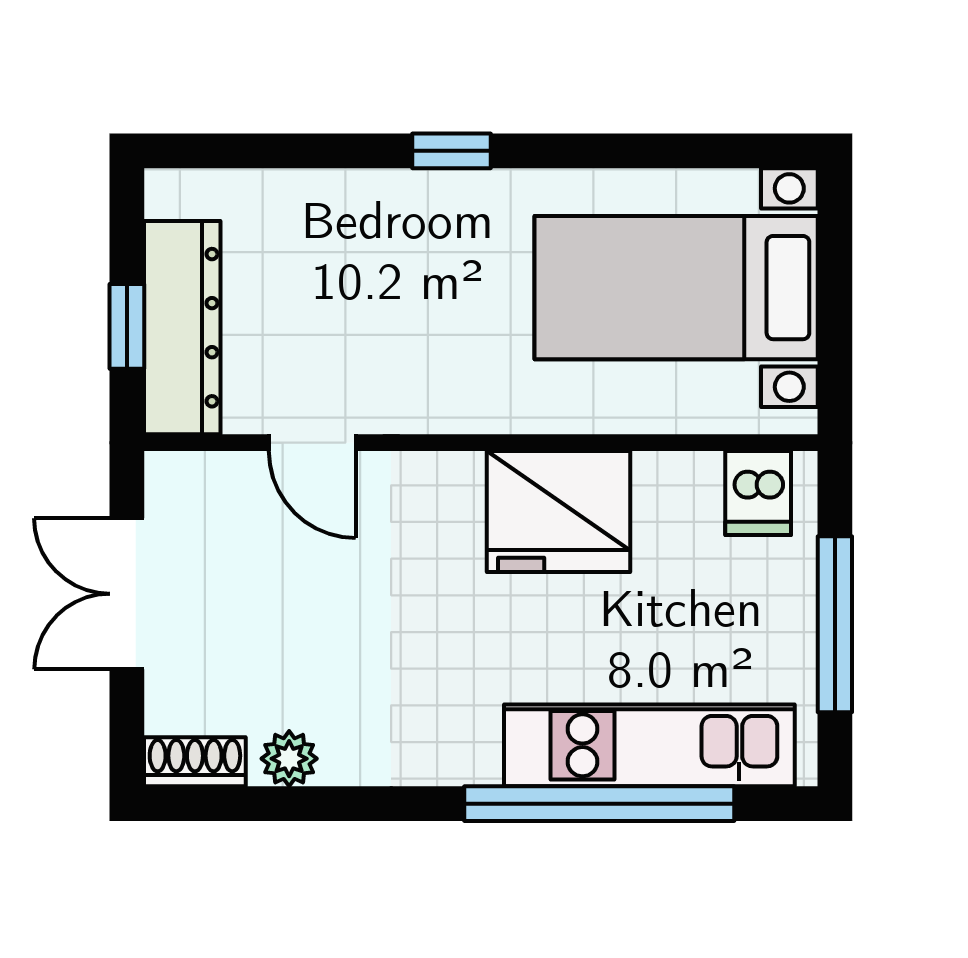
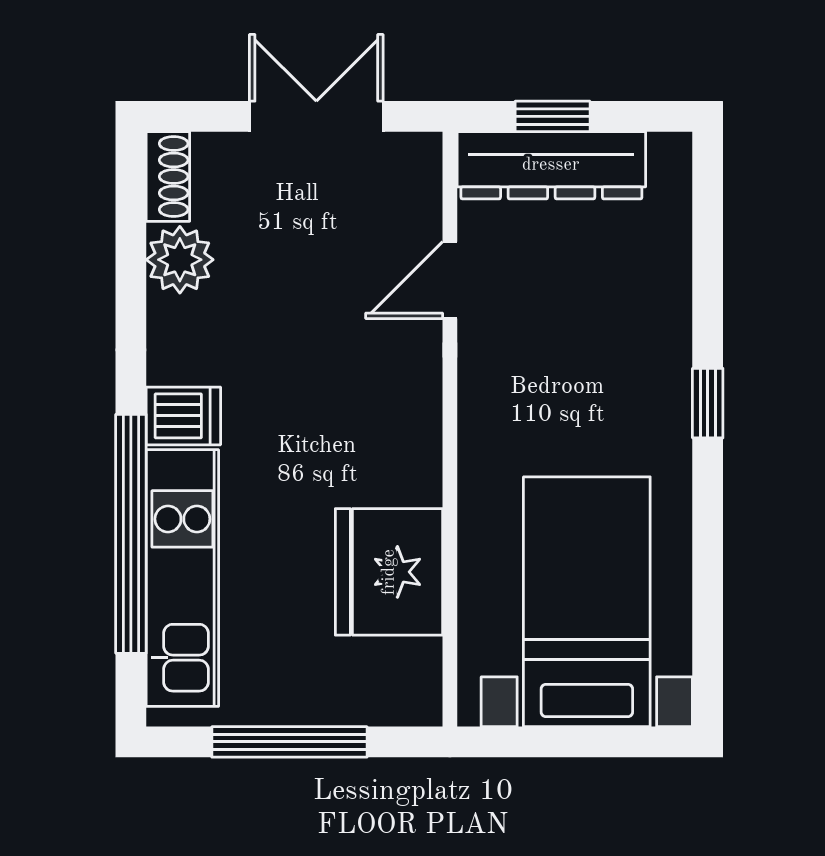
dishwasher: (758, 493) -> (183, 416), moved, turned 180
fridge: (558, 512) -> (389, 572), moved
plant: (289, 759) -> (180, 260), width x1.38, depth x1.38

